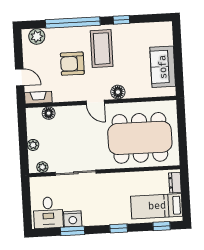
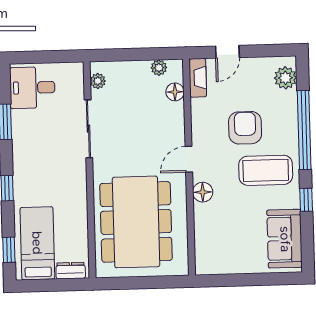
sofa: (163, 67) -> (285, 239), moved, turned -90
plant: (33, 145) -> (159, 68), moved
nightstand: (73, 219) -> (22, 123), removed

